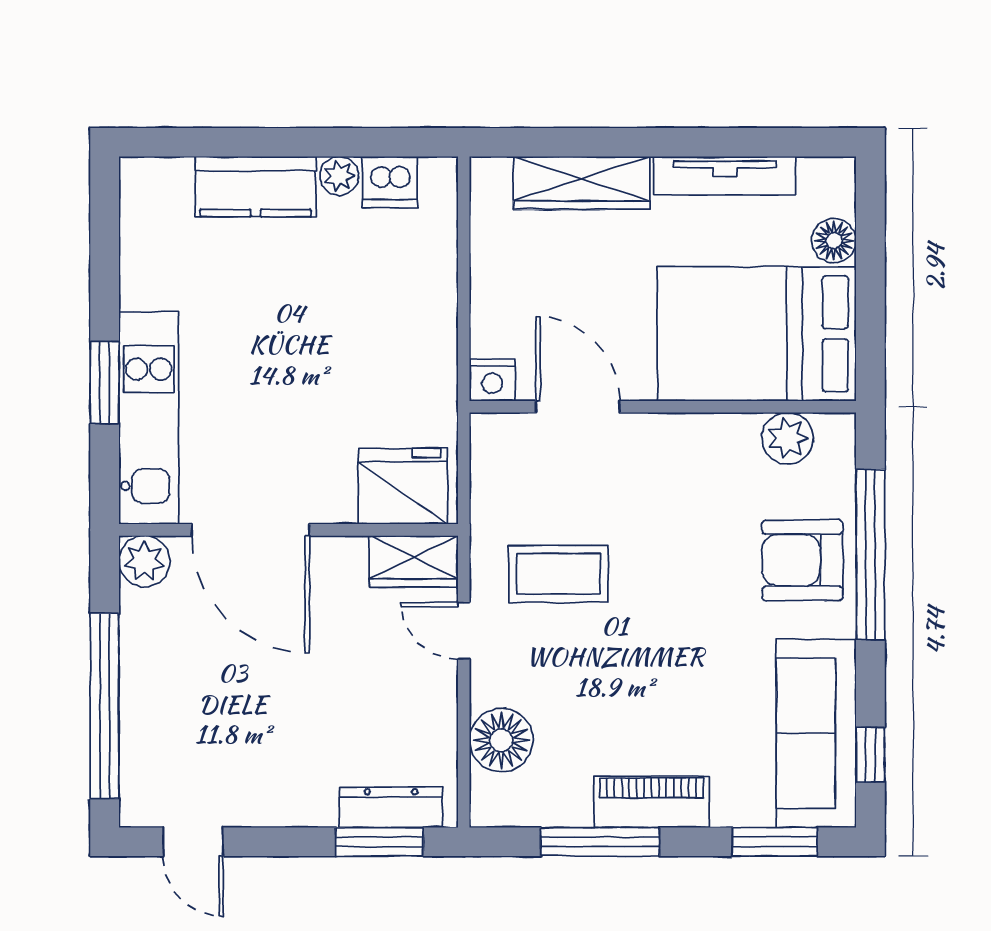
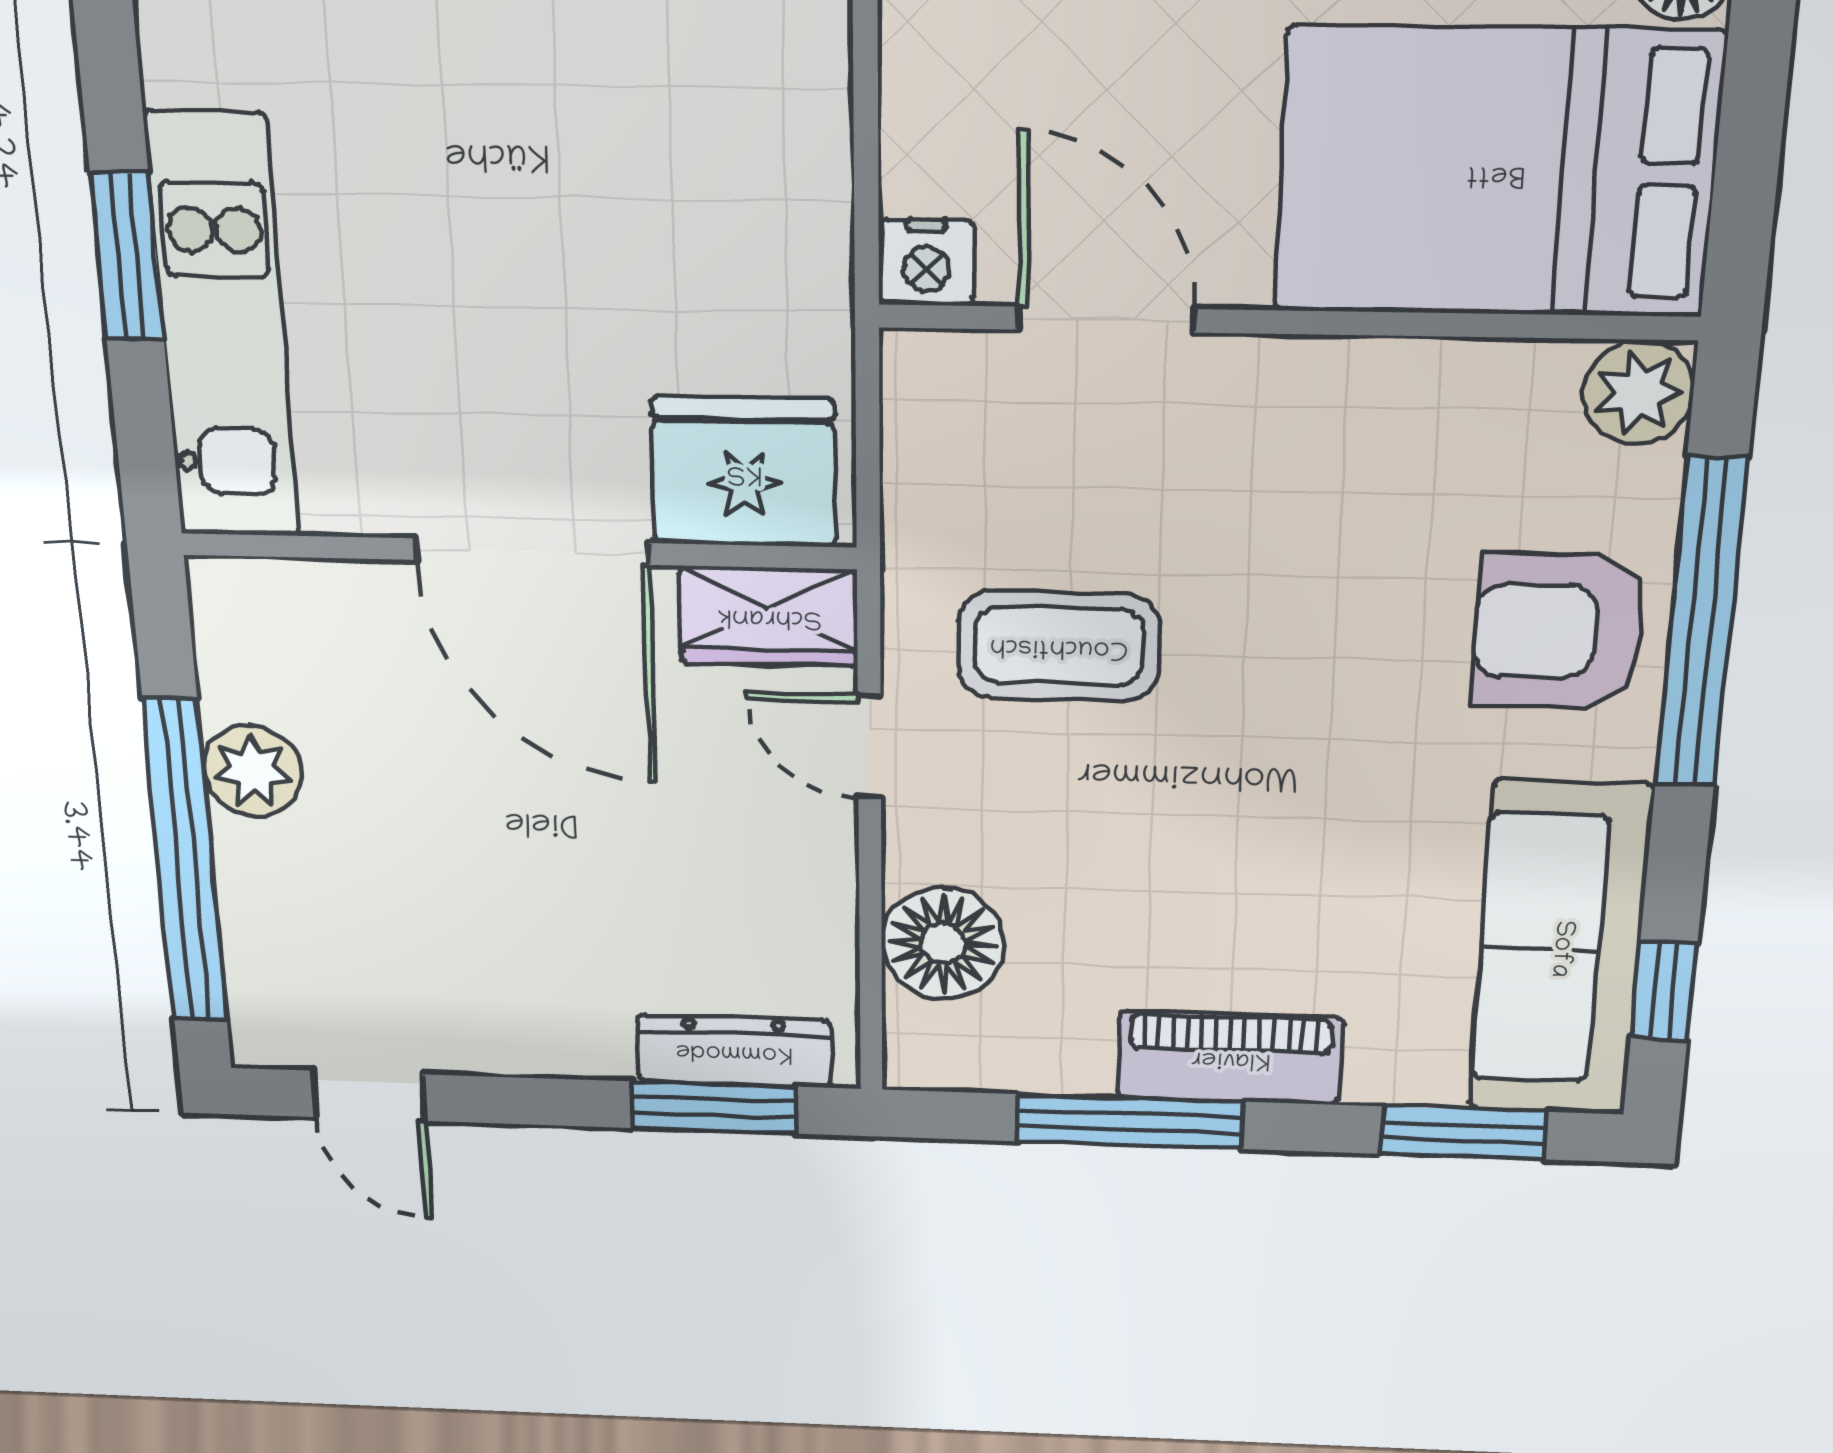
plant: (787, 438) -> (1638, 392), moved
door: (250, 530) -> (532, 552), moved
plant: (144, 561) -> (252, 771), moved

